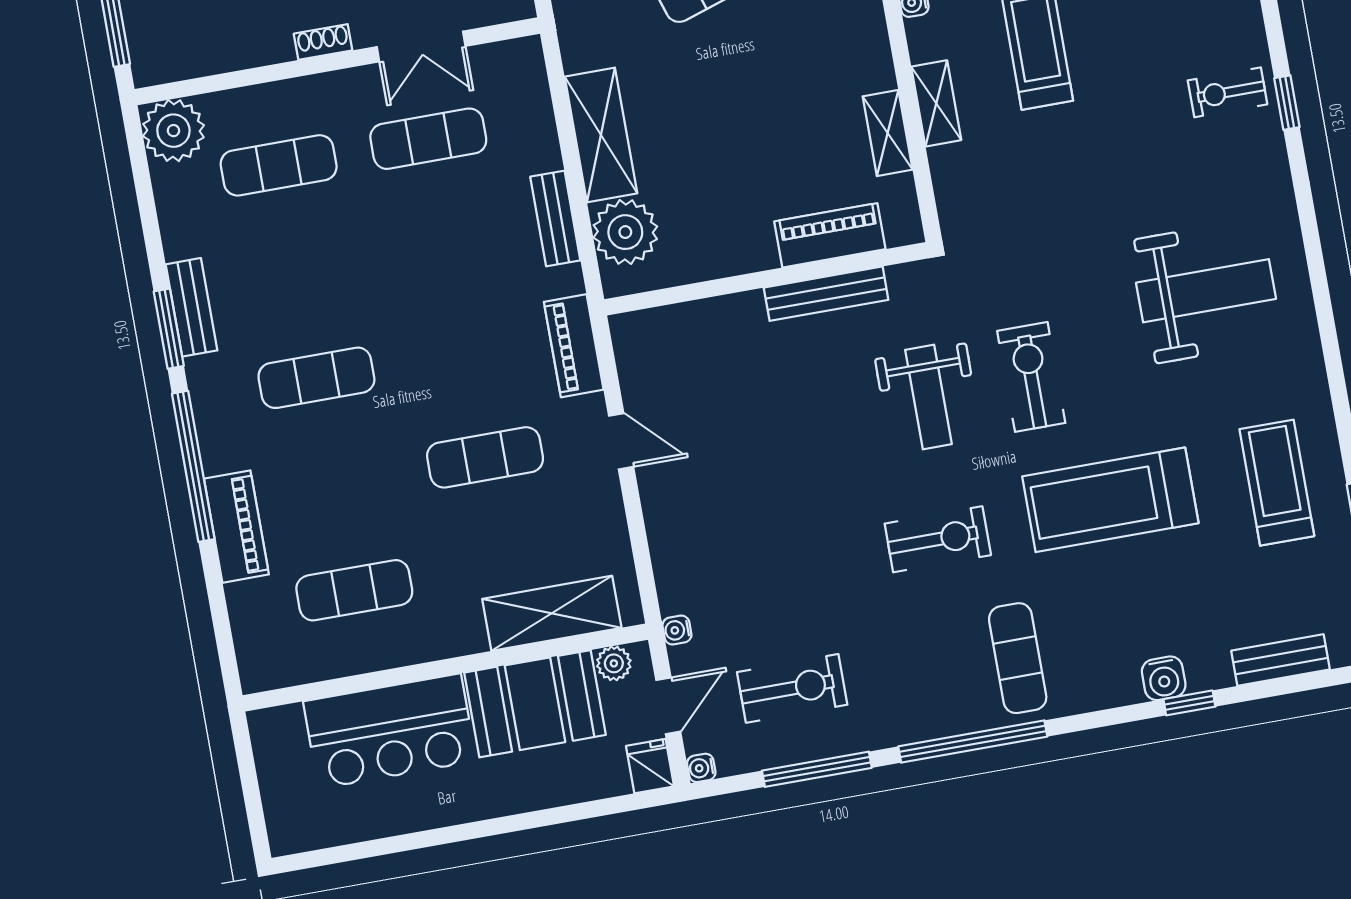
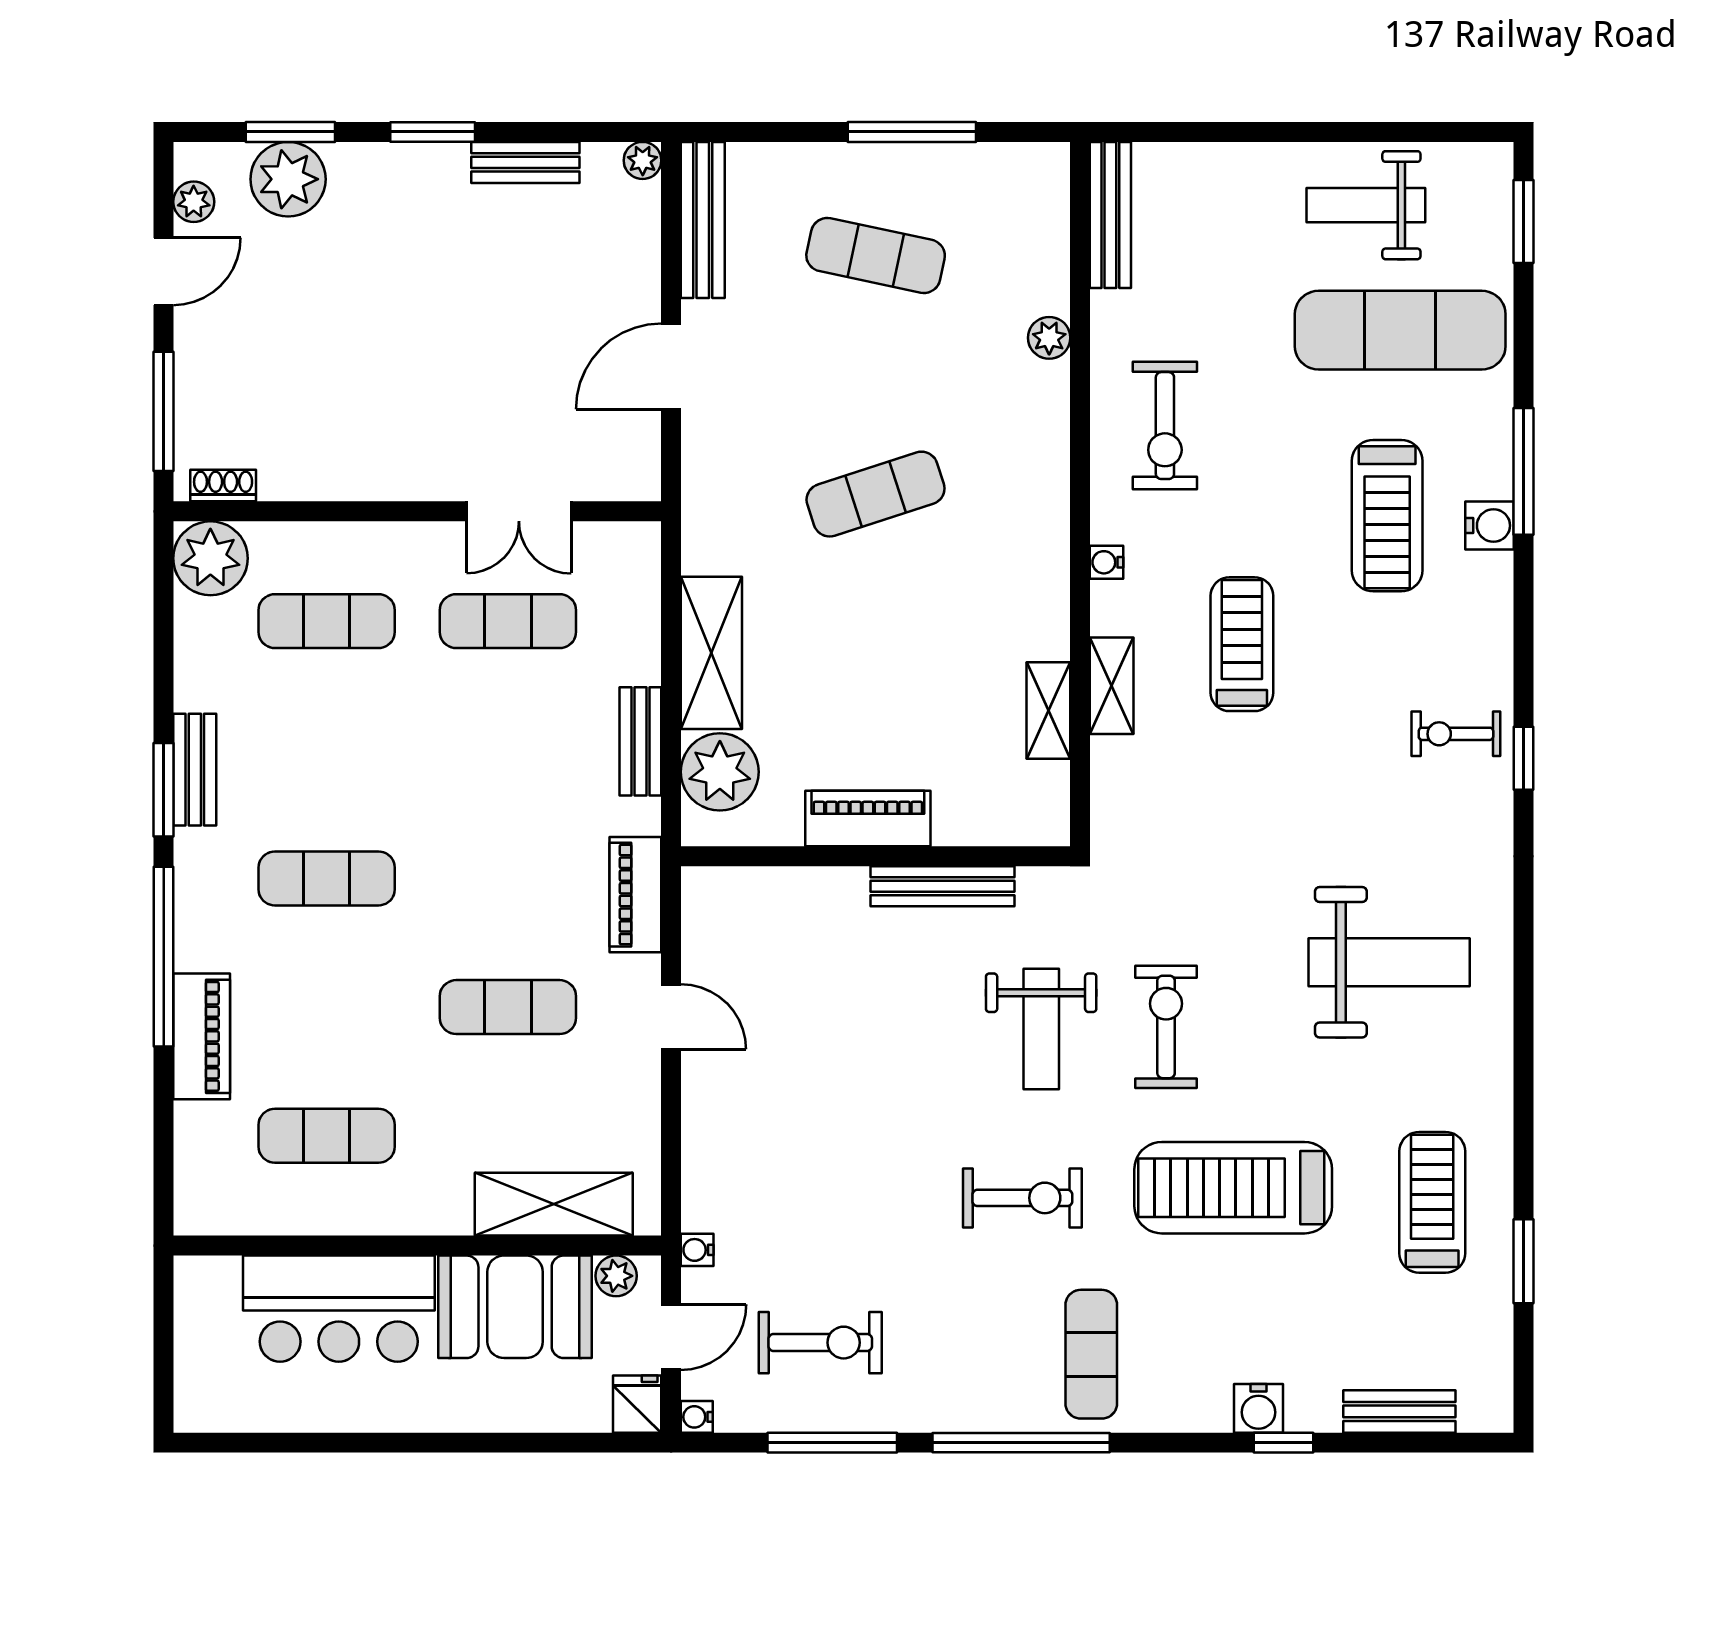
shoe rack: (323, 42) -> (223, 486), moved
piano: (830, 235) -> (868, 818), moved

